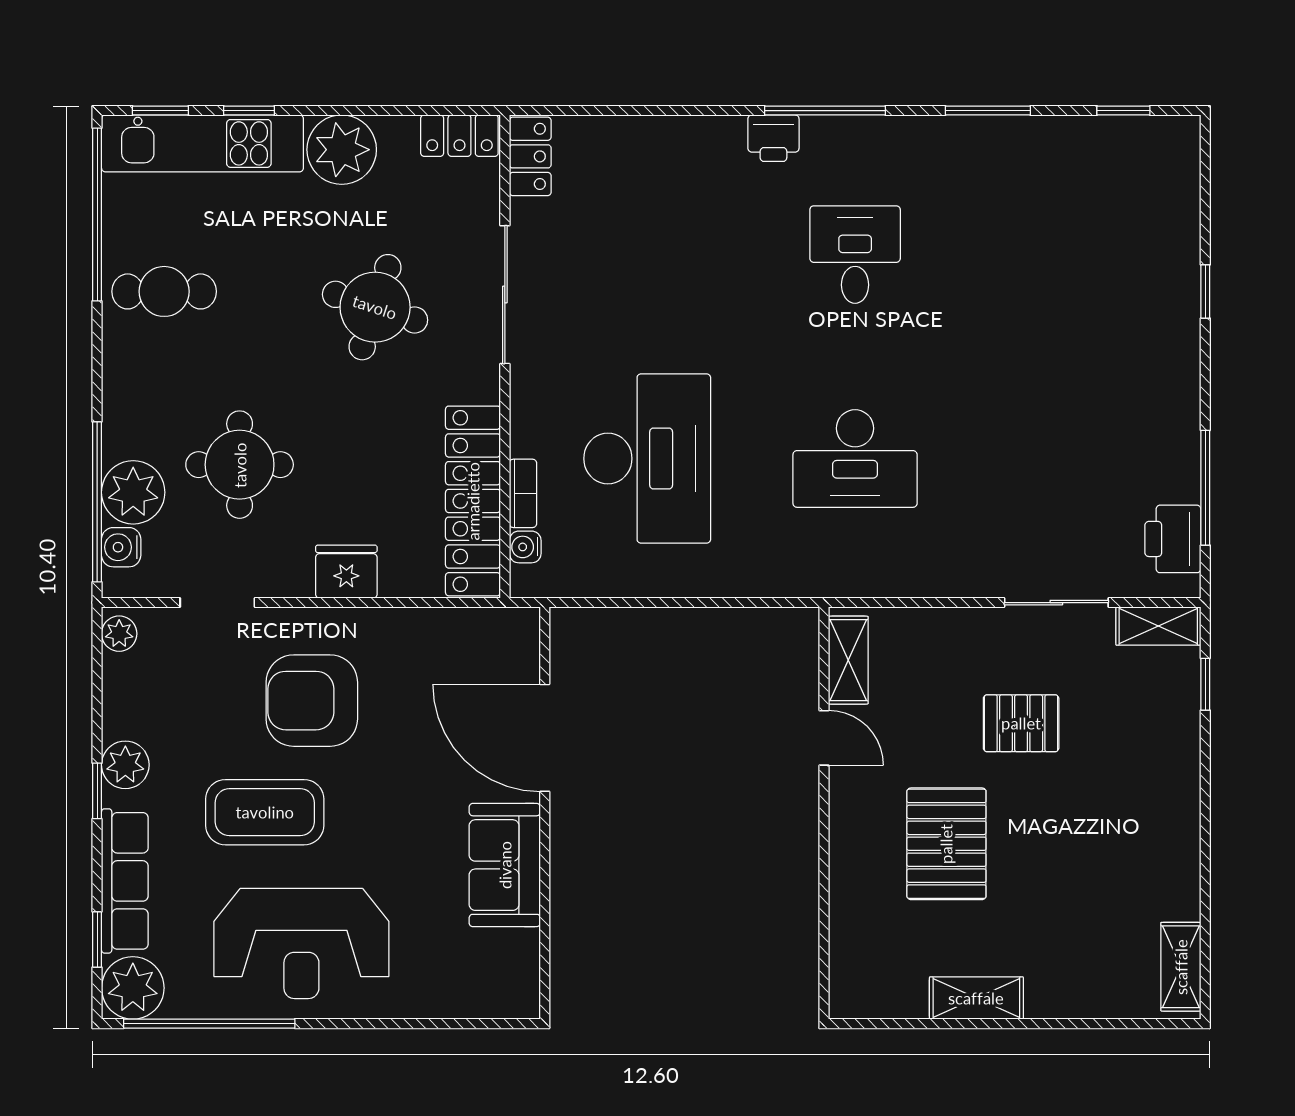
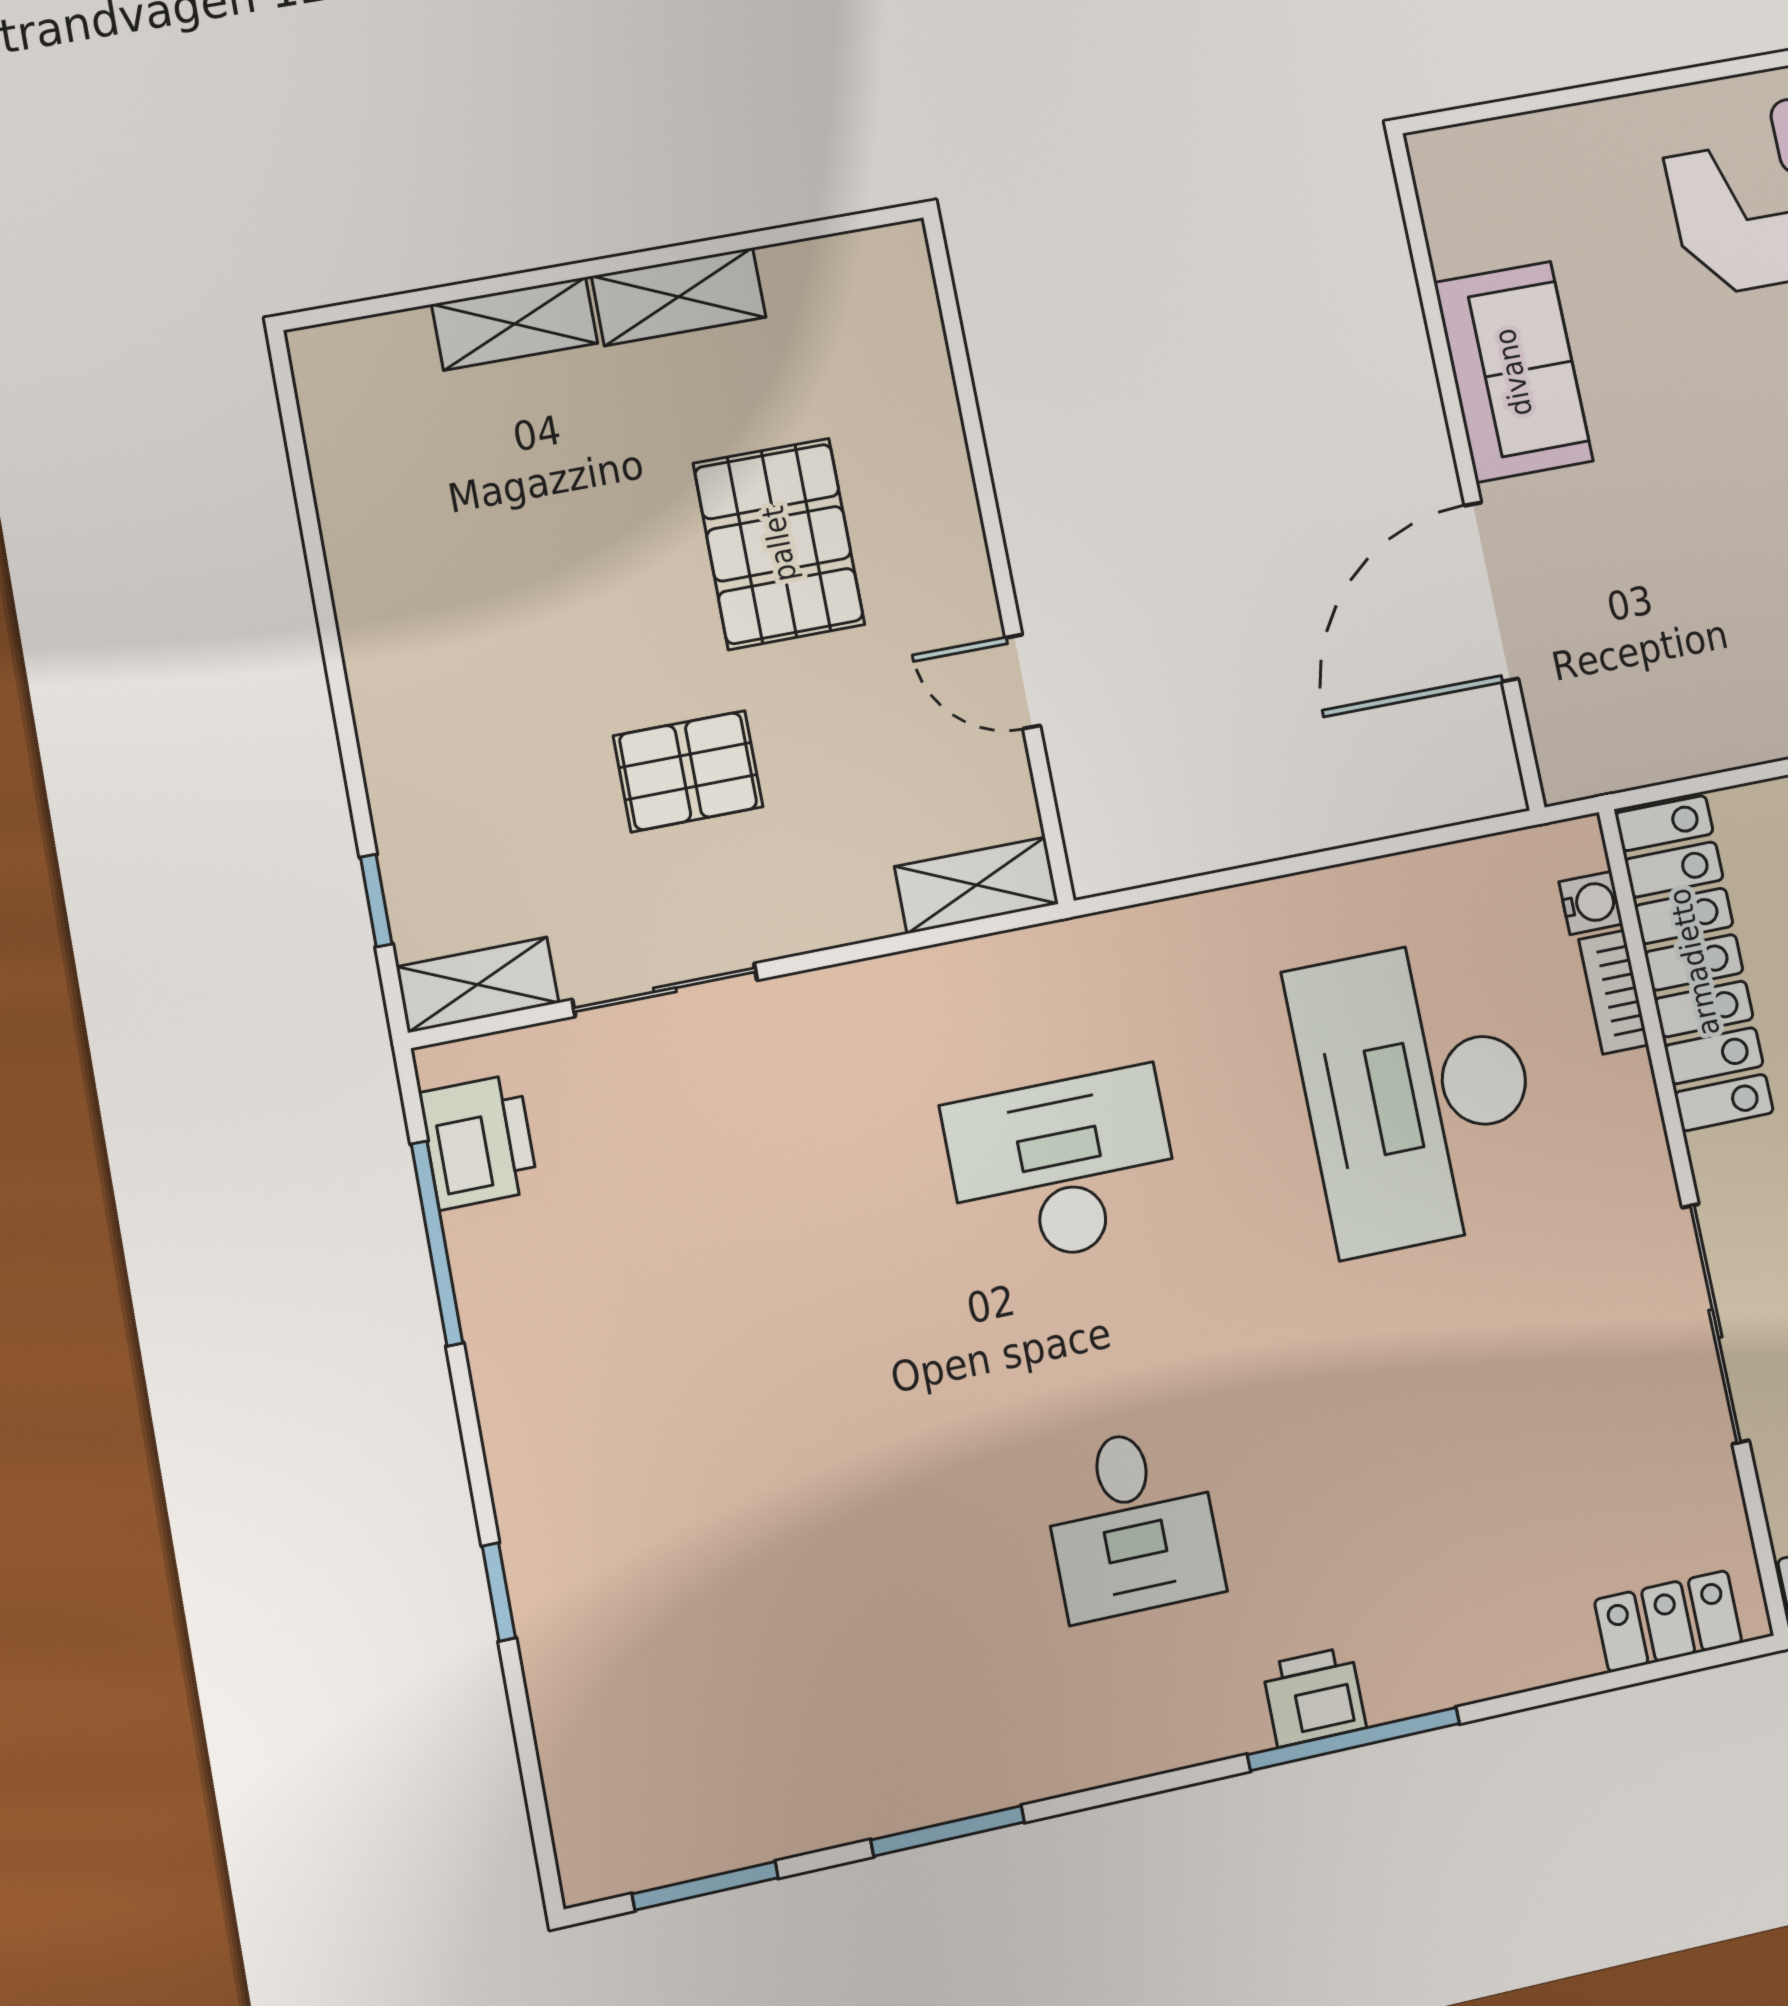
window: (825, 111) -> (1354, 1739), moved
window: (1123, 111) -> (705, 1886), width x1.50
locker: (530, 156) -> (1668, 1621), moved, turned 90
shelving: (848, 660) -> (977, 885), moved, turned 90
door: (545, 738) -> (1491, 592), swing flipped
shelving: (1181, 967) -> (515, 324), moved, turned 90

